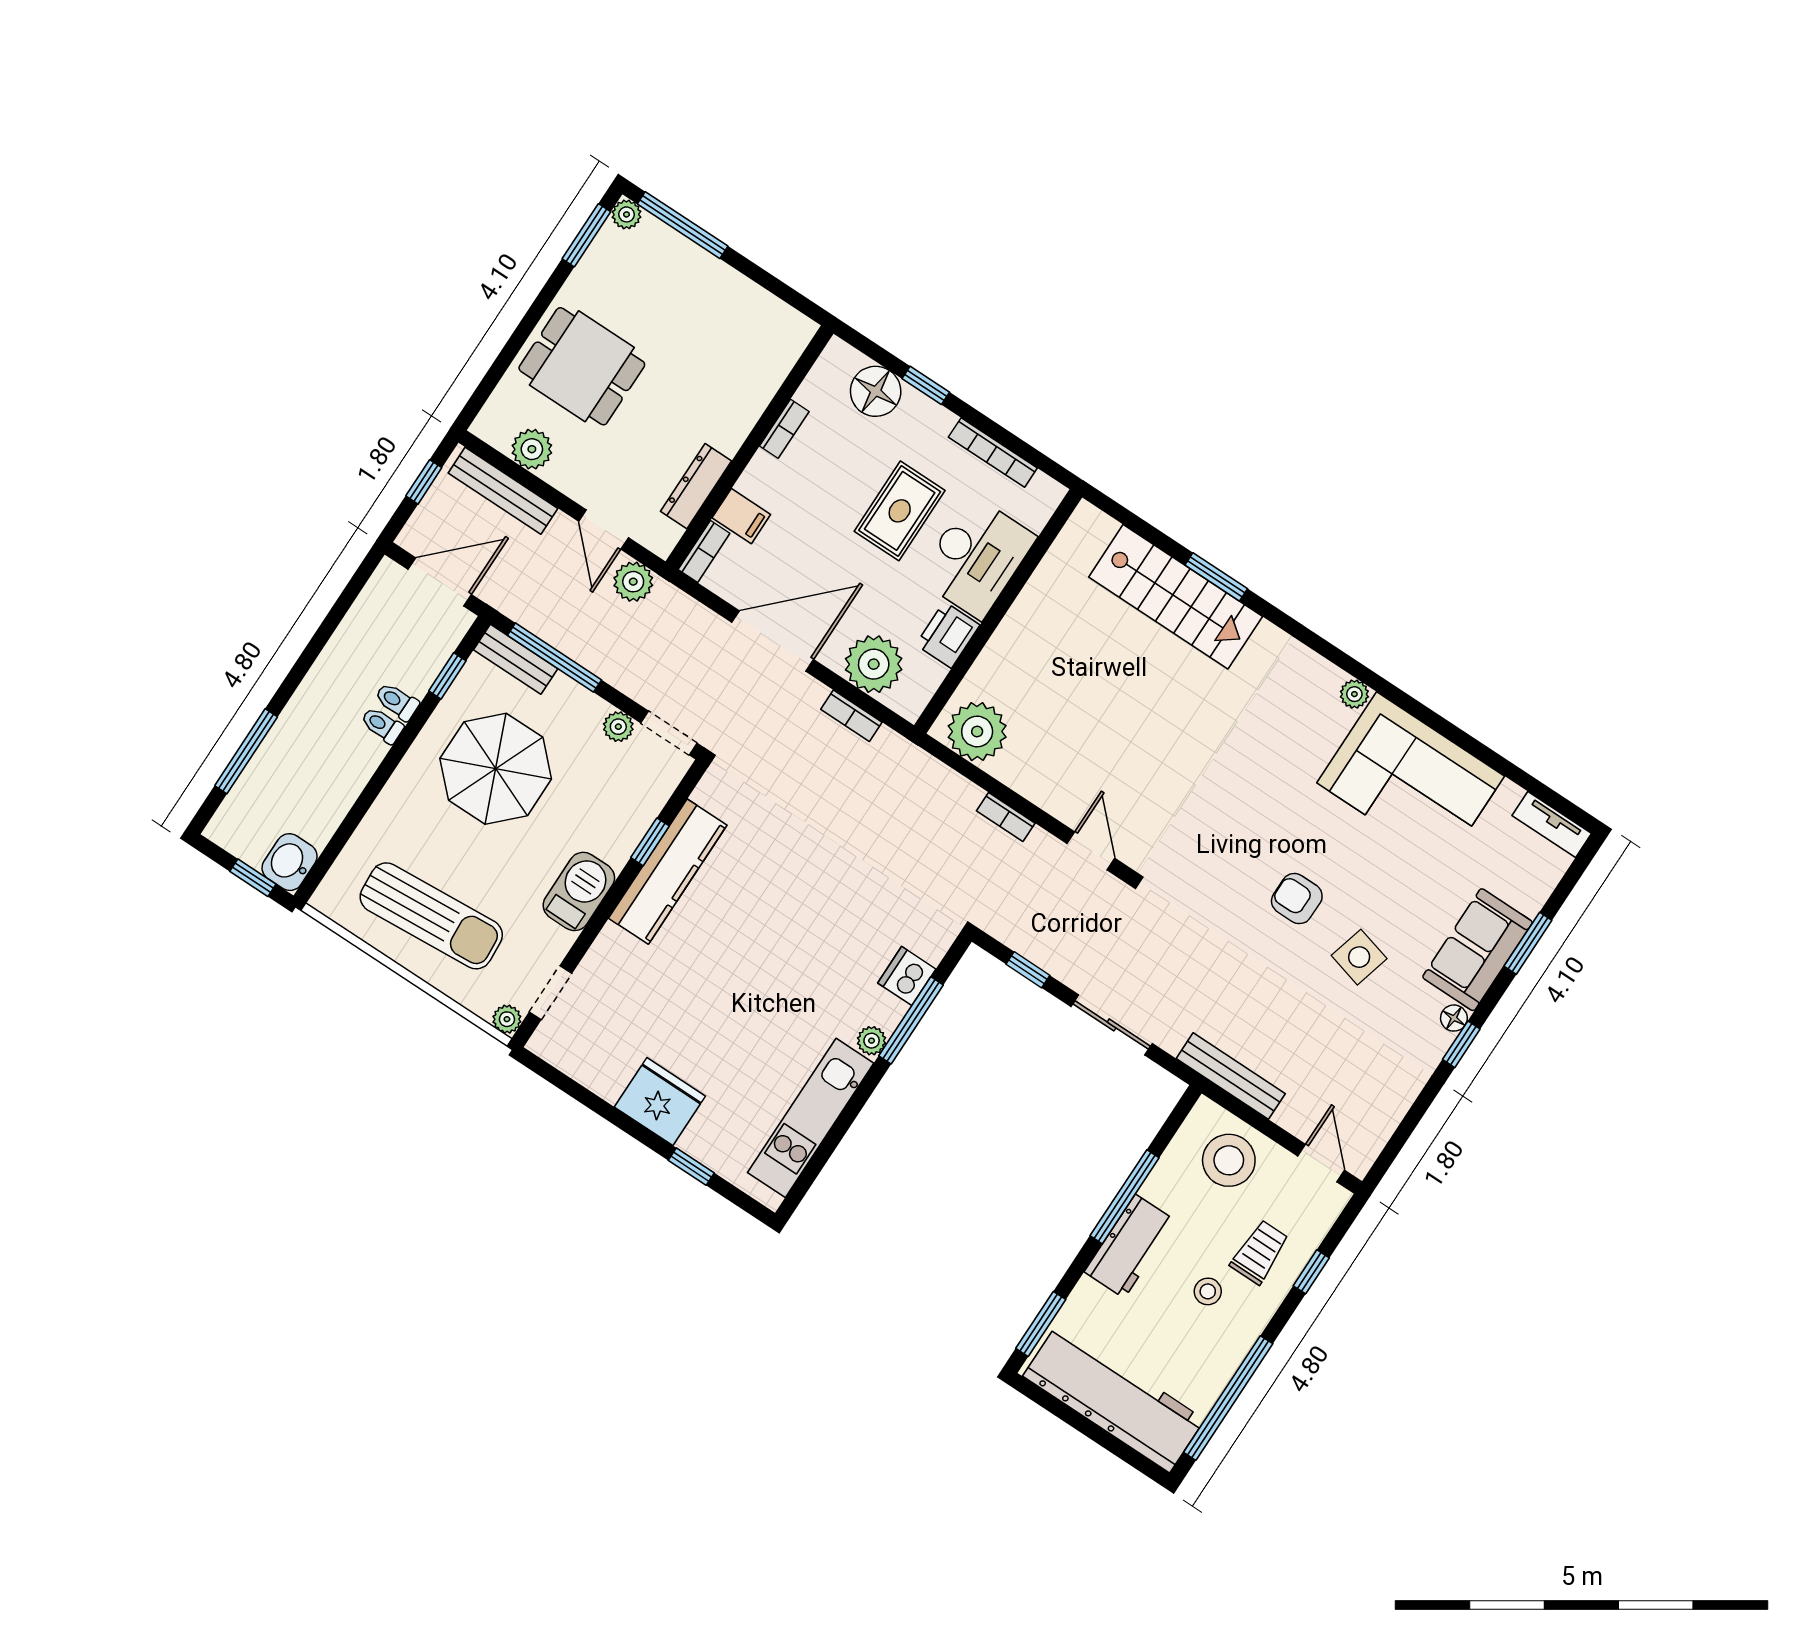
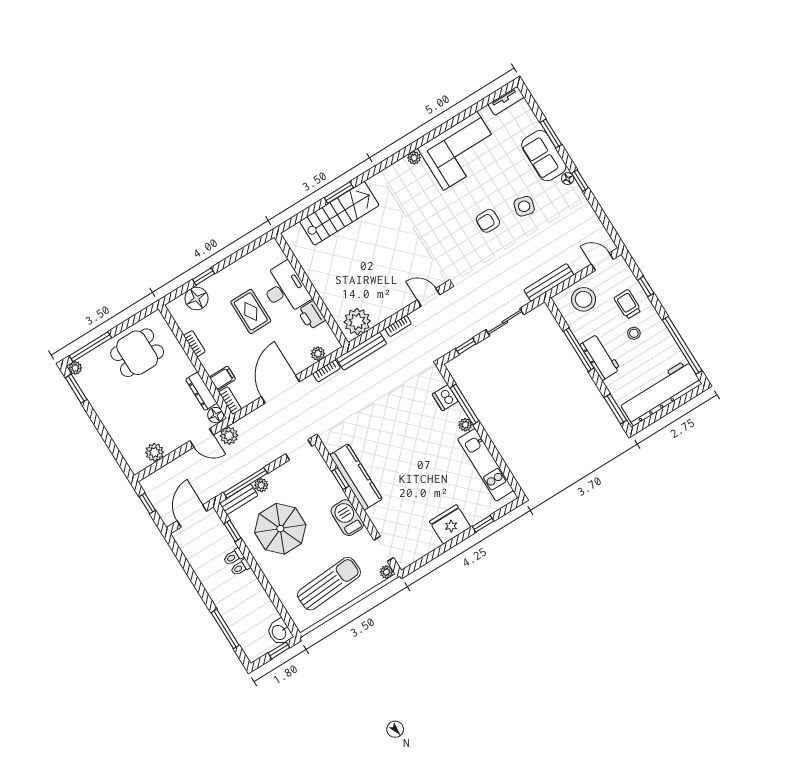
dining table: (582, 366) -> (137, 353), moved
bookcase: (993, 453) -> (244, 262), removed
bench: (503, 491) -> (362, 351), moved
floor lamp: (662, 536) -> (216, 415), added
plant: (874, 664) -> (318, 354), width x0.53, depth x0.53
plant: (618, 727) -> (261, 485), moved

